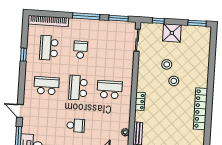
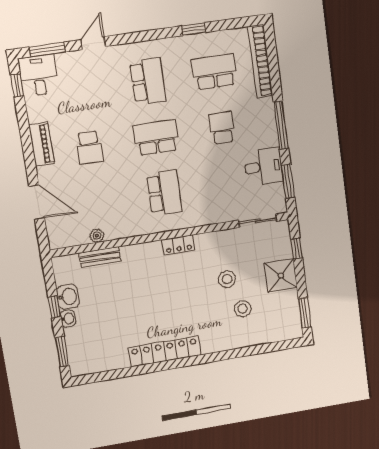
desk: (107, 31) -> (263, 166), added
school desk: (80, 50) -> (222, 128), turned -90
stool: (174, 81) -> (243, 309), moved
locker: (140, 101) -> (178, 245), moved

